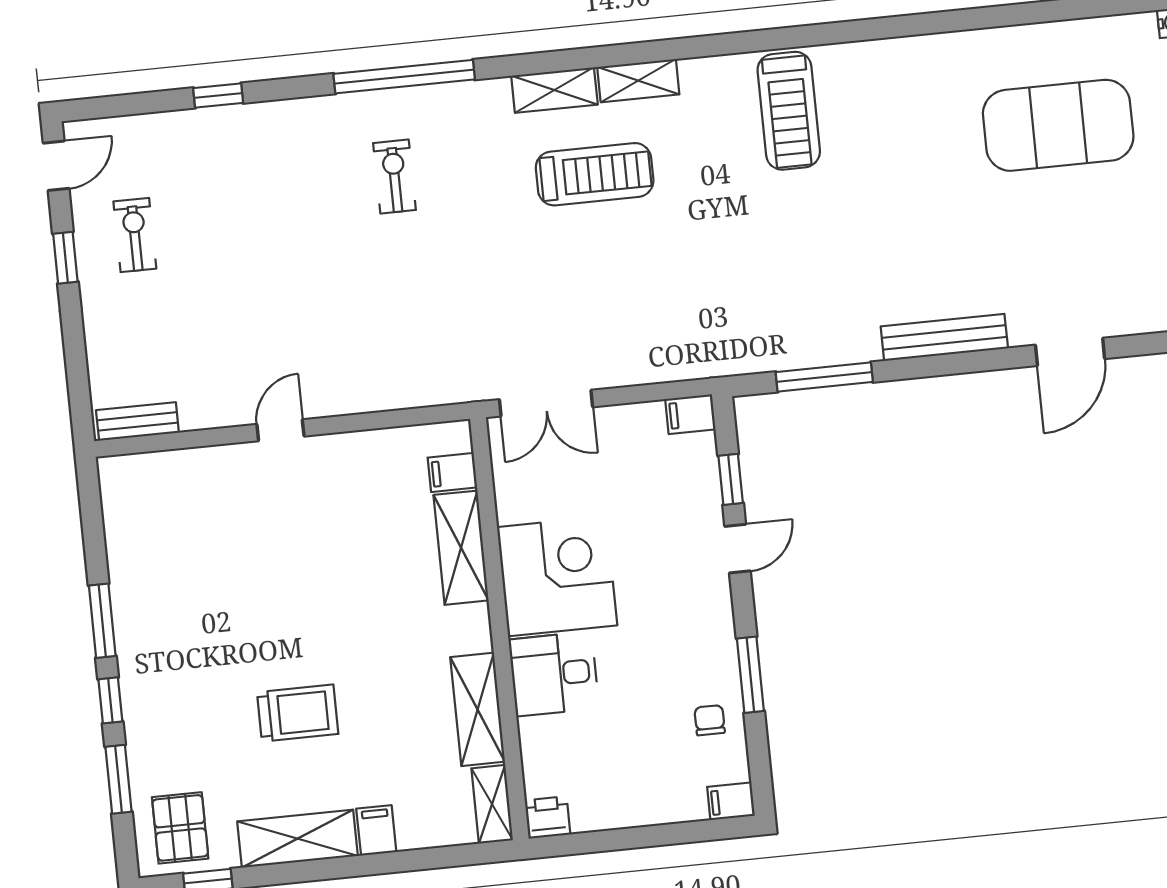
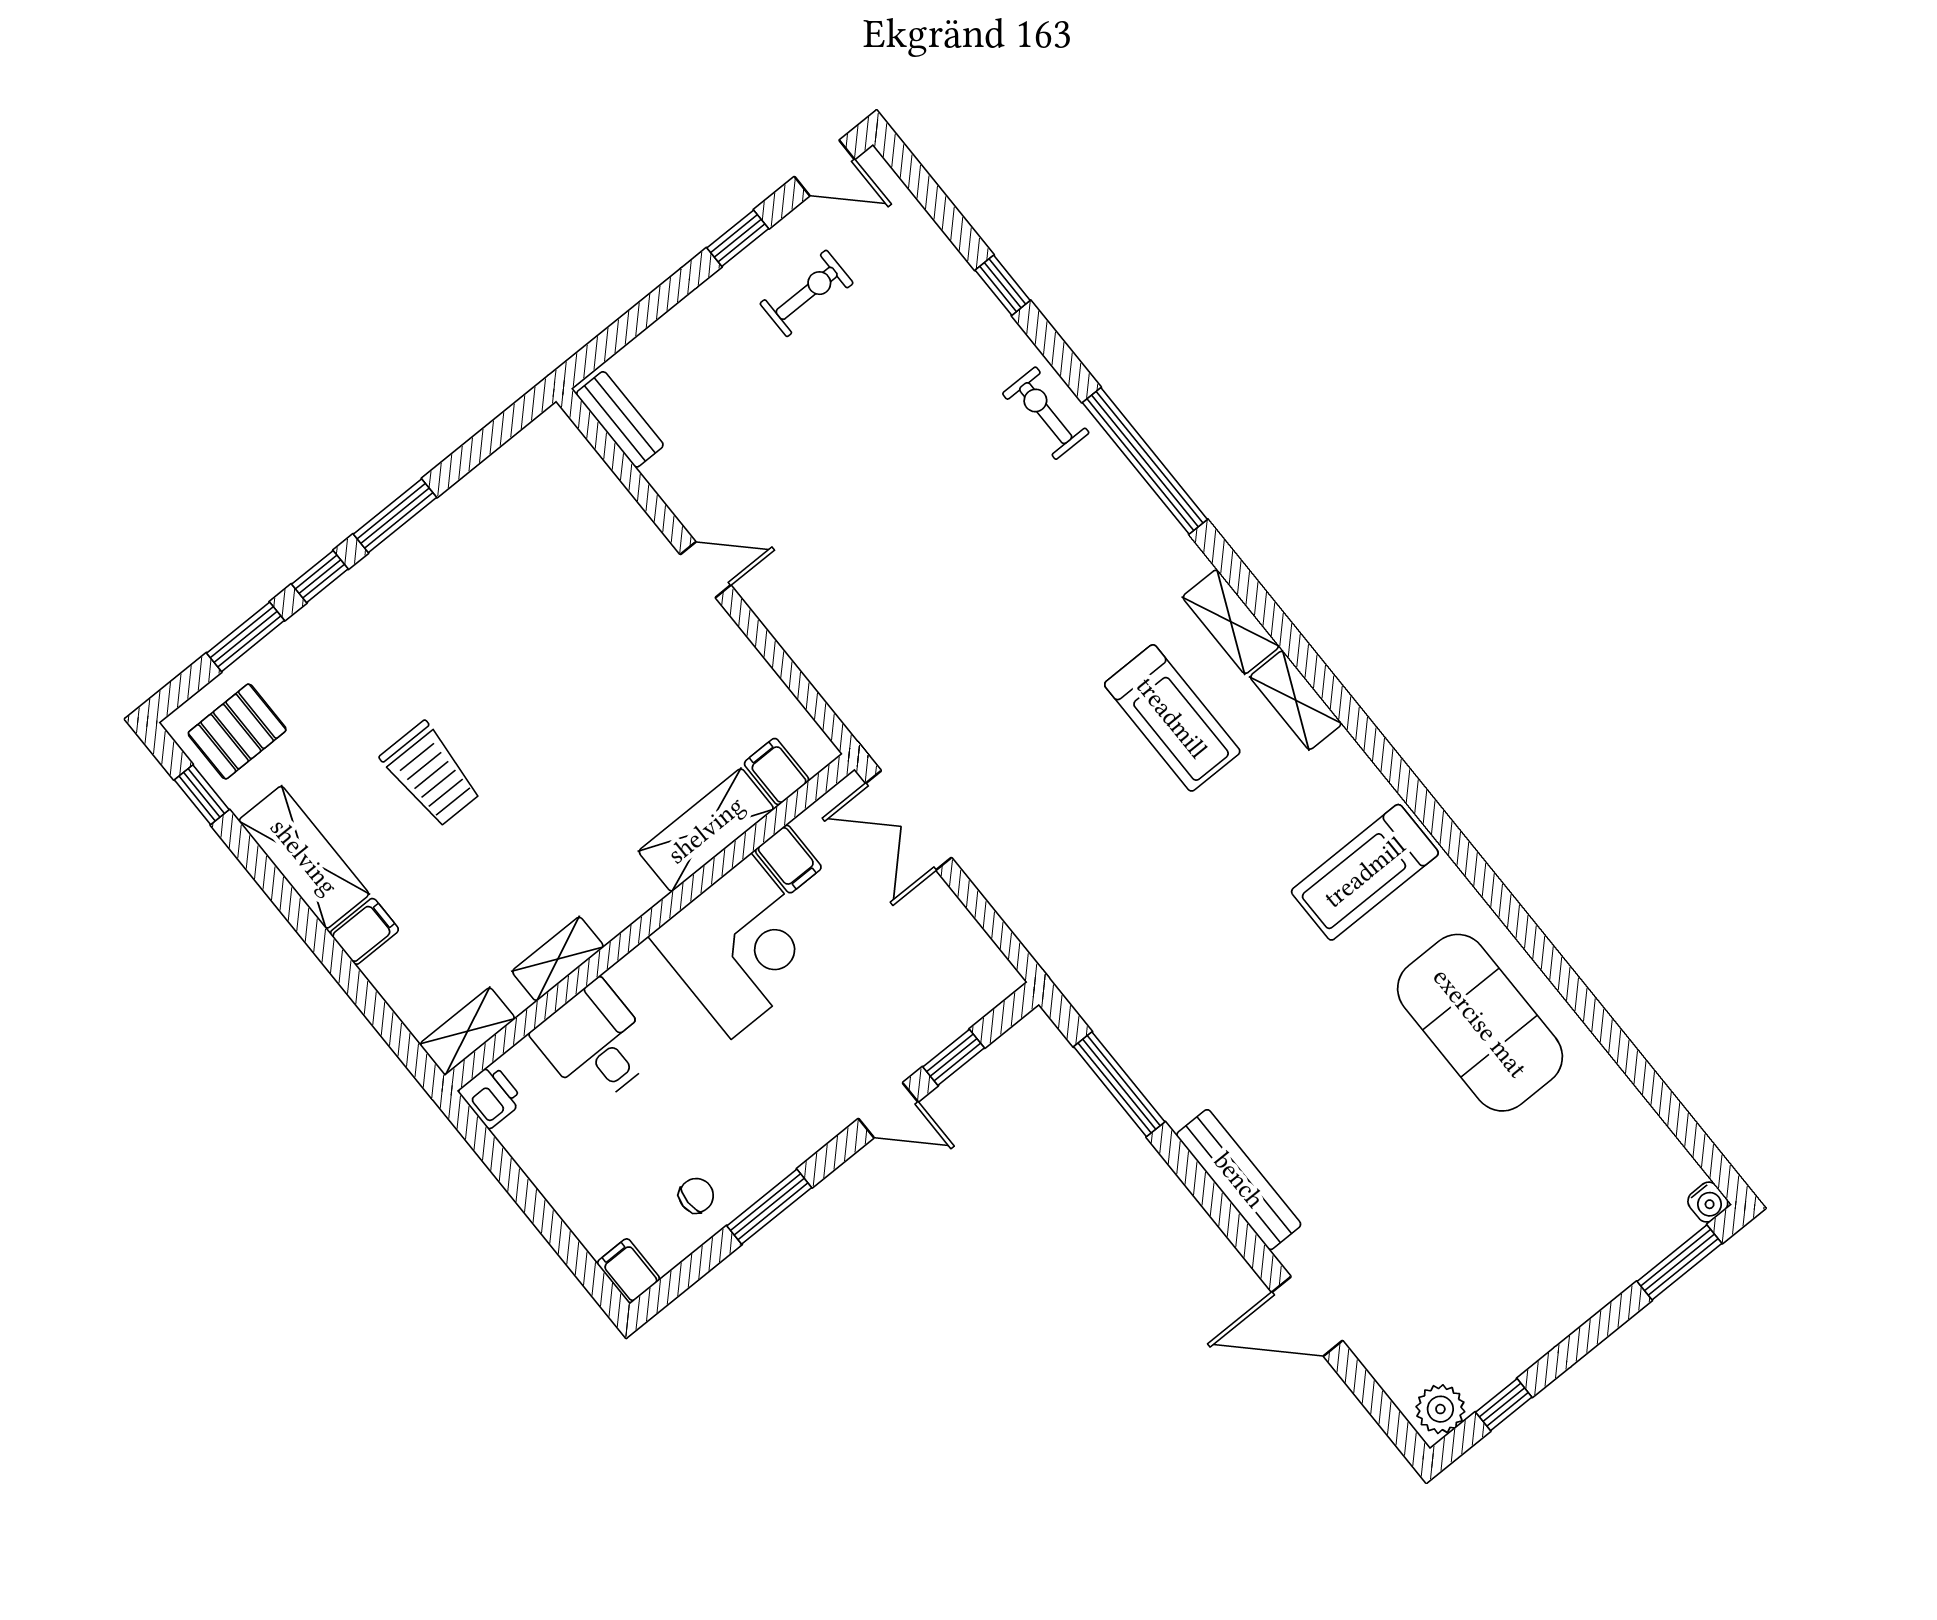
exercise mat: (1058, 125) -> (1480, 1023), moved
exercise bike: (394, 176) -> (1046, 413), moved, turned -90
filing cabinet: (690, 414) -> (788, 859), moved, turned 180
desk: (554, 674) -> (595, 1044), moved
shelving: (478, 709) -> (558, 959), width x0.67, depth x0.75

